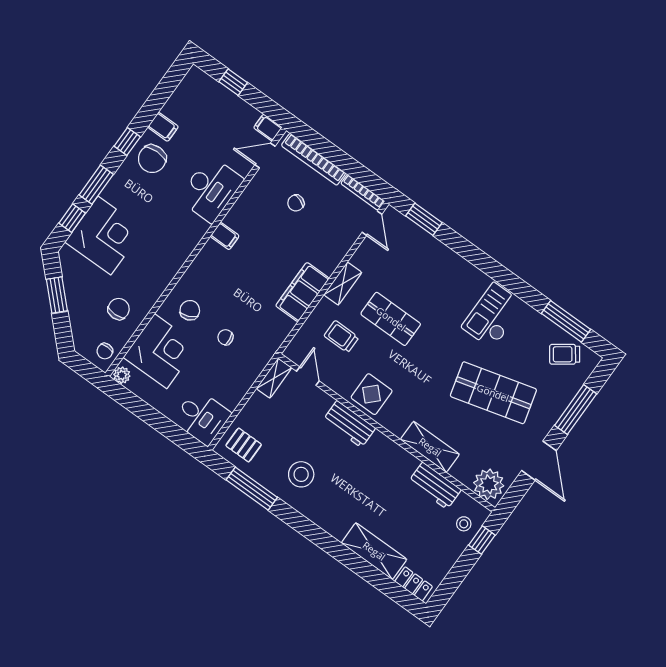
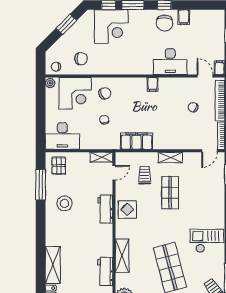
chair: (152, 159) -> (165, 23), turned -90
filing cabinet: (302, 292) -> (137, 141), moved
desk: (202, 417) -> (62, 136), width x1.37

